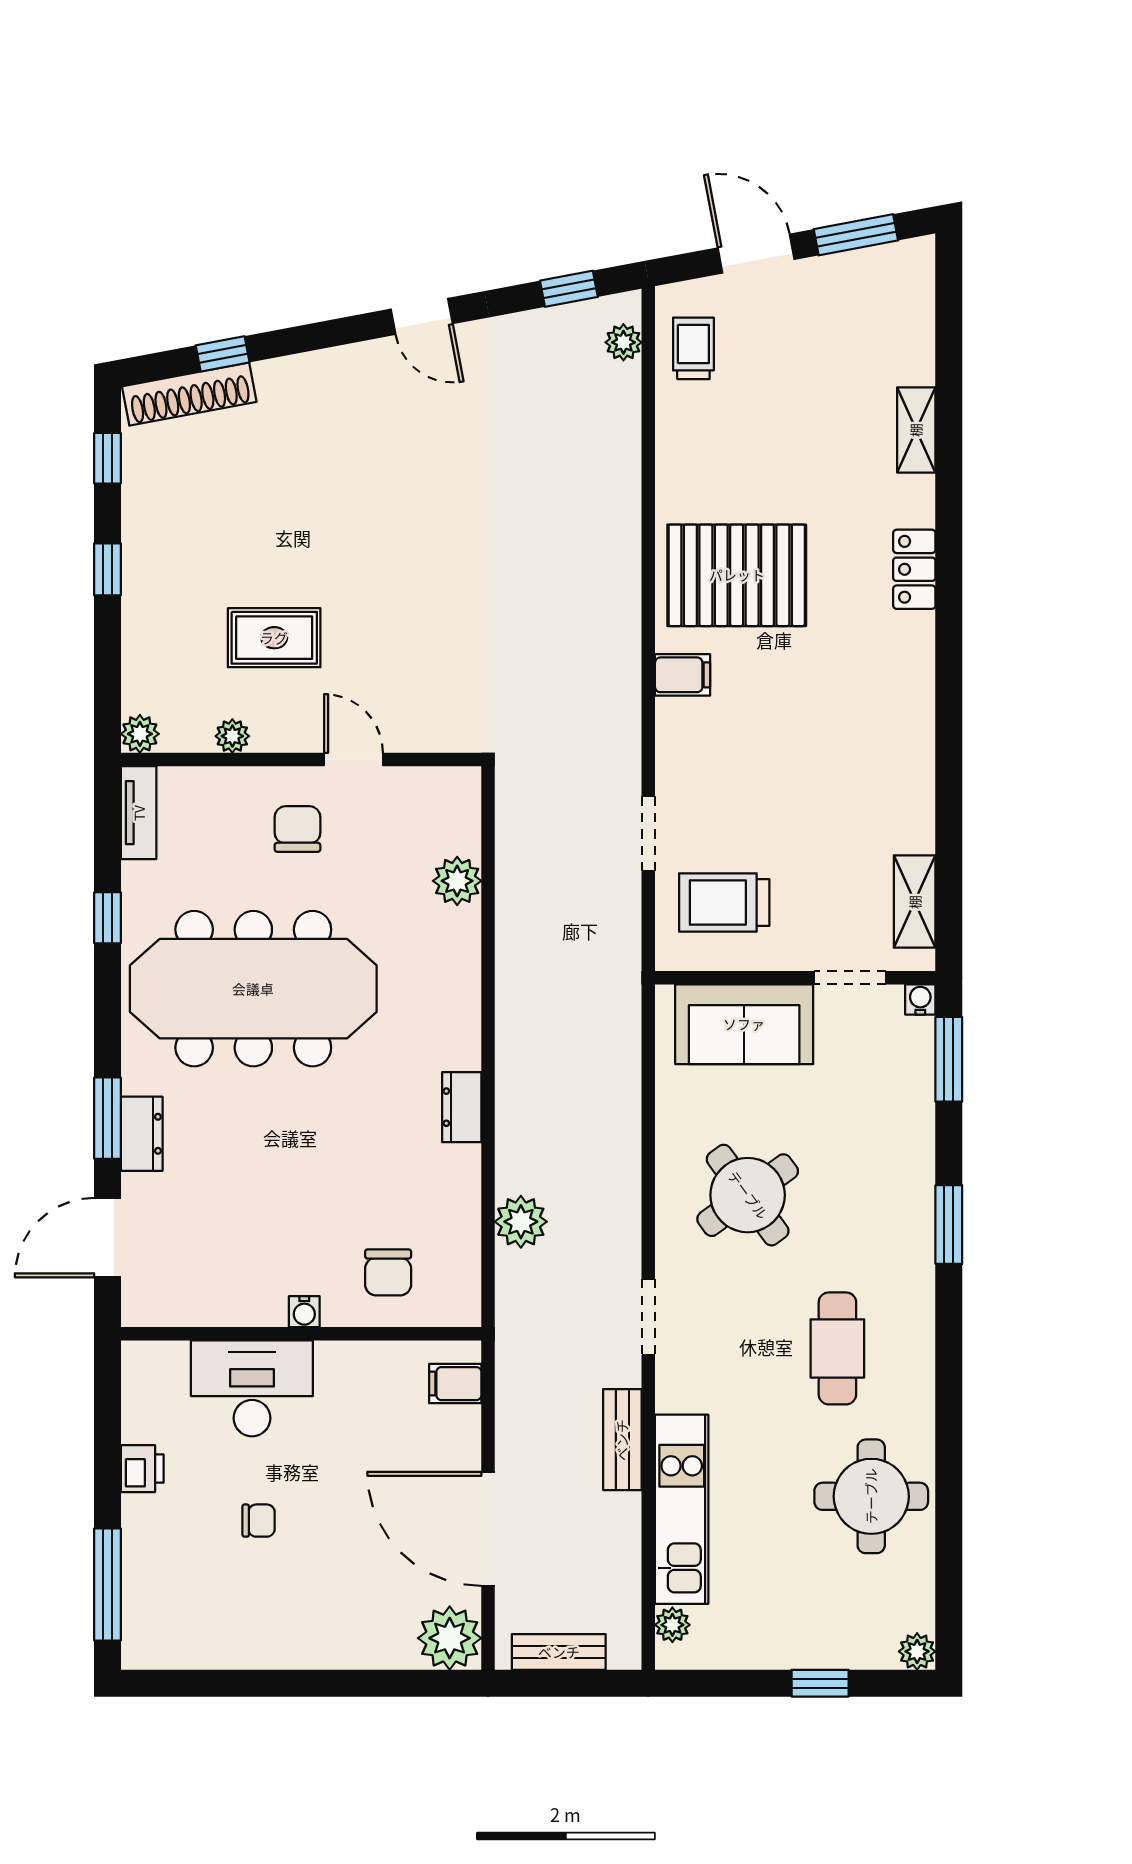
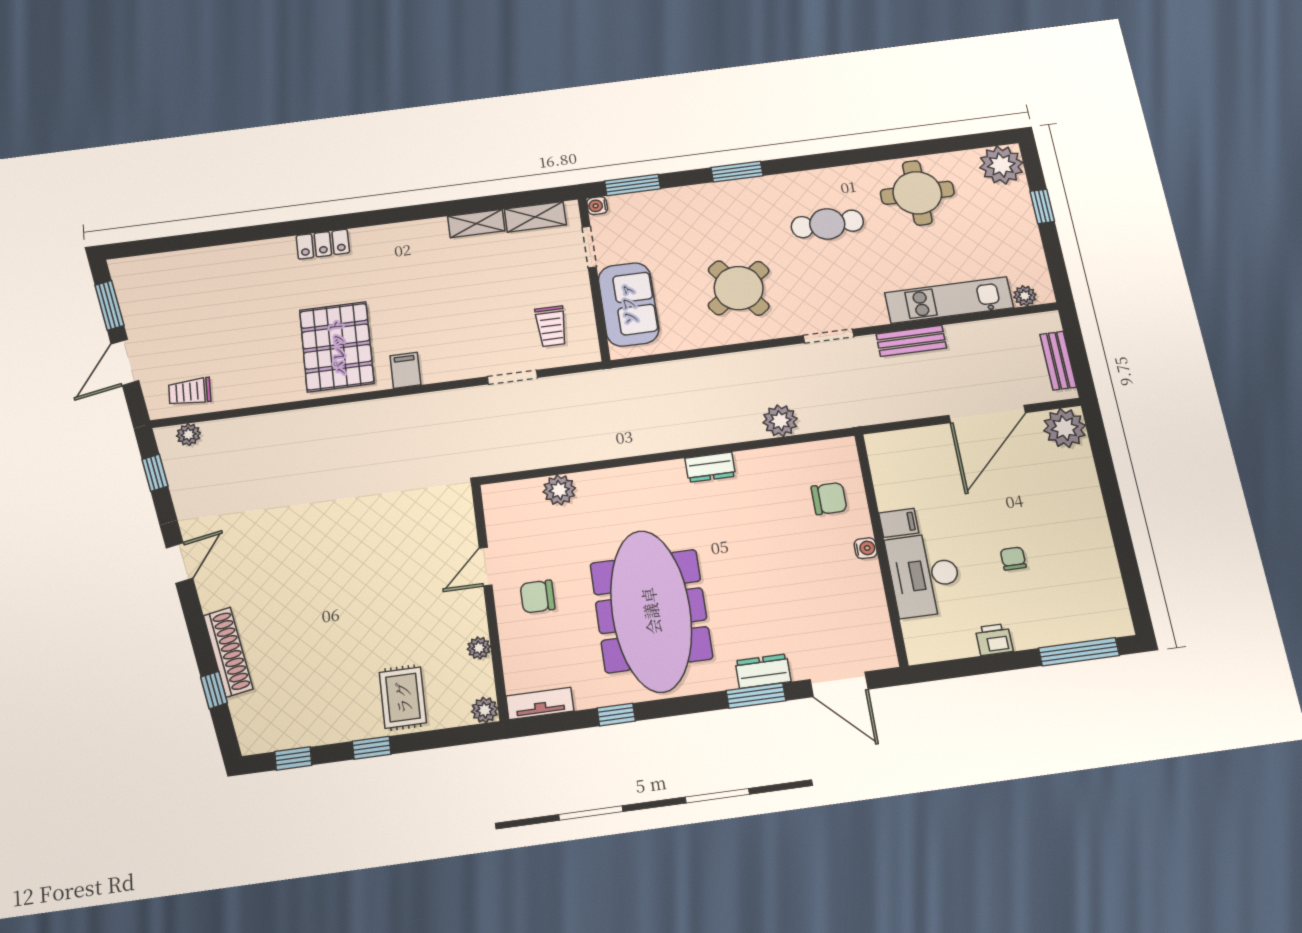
shoe rack: (189, 394) -> (228, 652), moved
shelving: (916, 430) -> (476, 223), moved
rug: (274, 638) -> (403, 698), moved
trolley: (724, 903) -> (551, 326), width x0.73, depth x0.72
filing cabinet: (455, 1384) -> (899, 523), moved, turned -90
plant: (917, 1651) -> (1001, 165), width x1.87, depth x1.87

